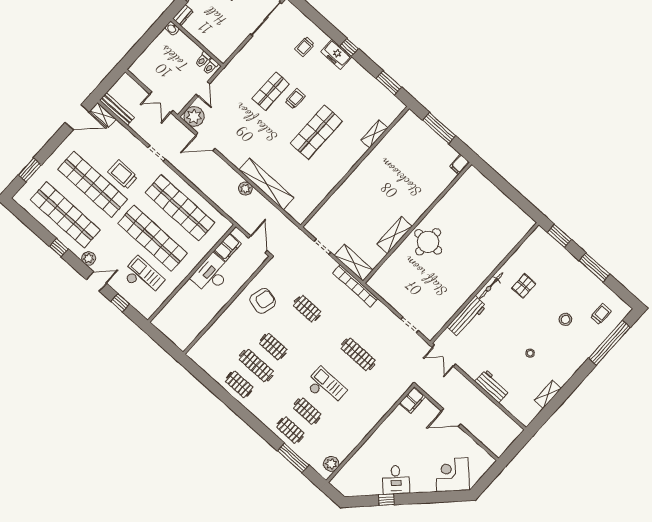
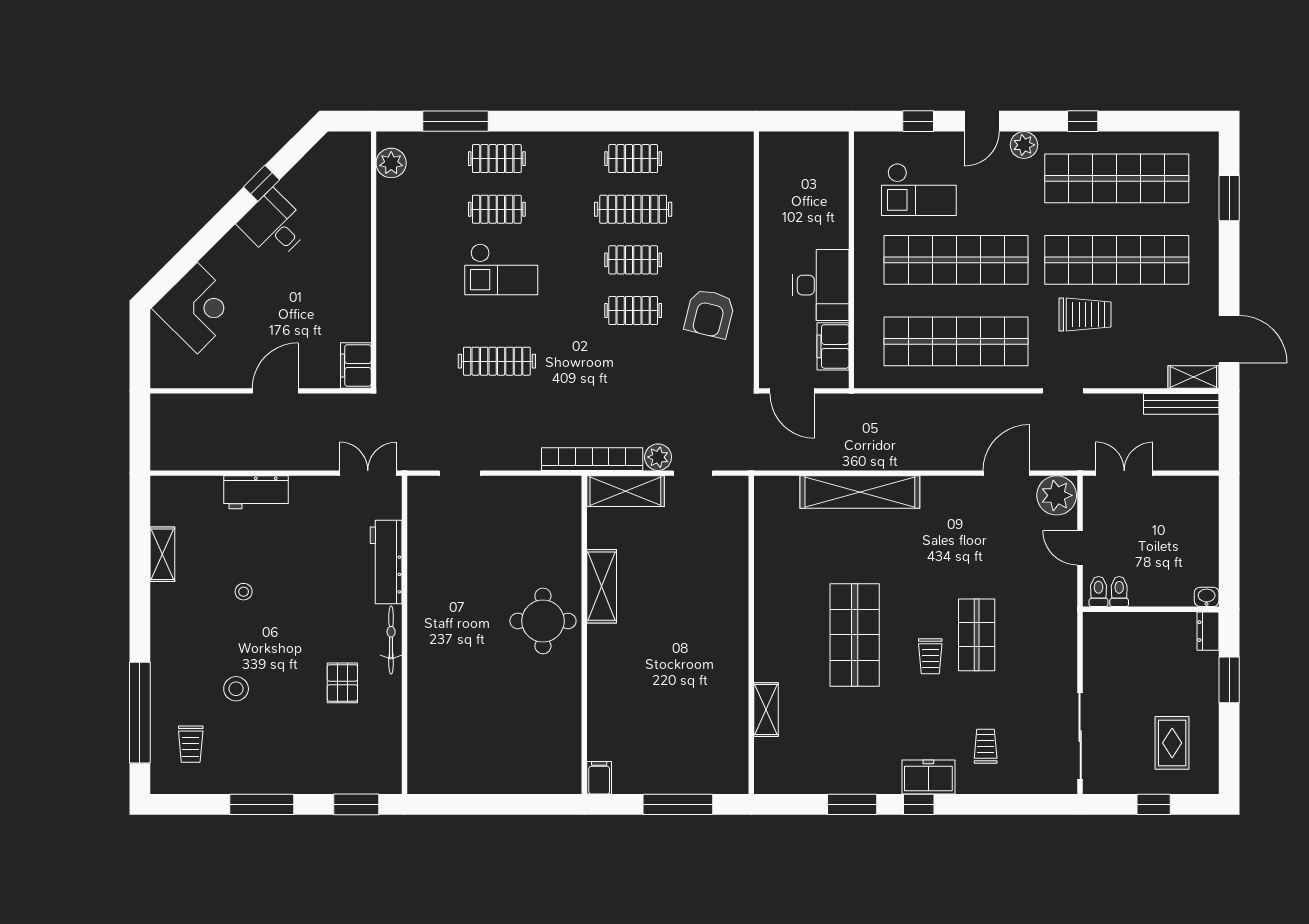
window: (389, 83) -> (852, 804), moved
door: (77, 117) -> (1229, 339), swing flipped
plant: (245, 189) -> (658, 457), moved
clothes rail: (307, 309) -> (633, 311), moved

